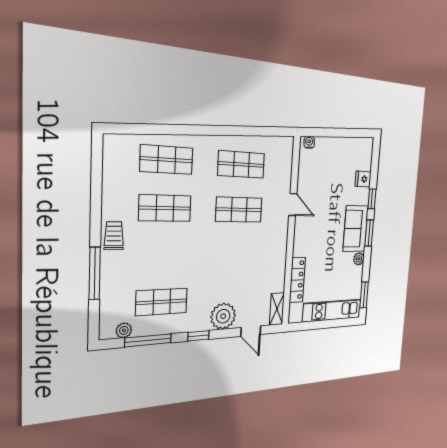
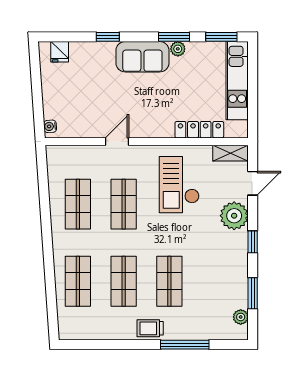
fridge: (363, 179) -> (60, 52), moved
window: (369, 233) -> (174, 37), moved
checkout: (253, 263) -> (179, 185), added
shop shelf: (162, 302) -> (169, 281), moved
window: (148, 340) -> (253, 293), width x0.69

